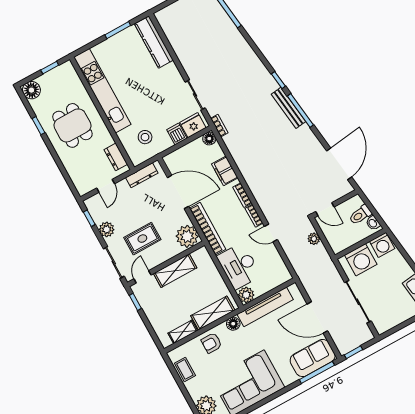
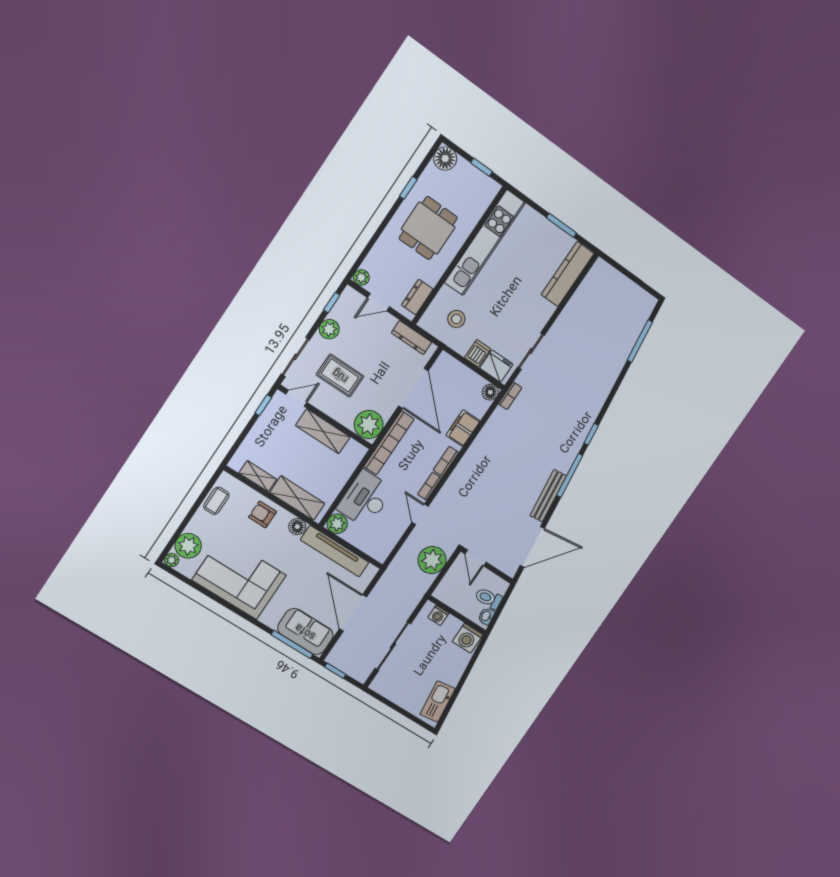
bench: (288, 108) -> (548, 496), moved
plant: (83, 189) -> (361, 277), added
plant: (314, 239) -> (432, 560), width x1.87, depth x1.87
washing machine: (361, 260) -> (438, 615), width x0.53, depth x0.53

